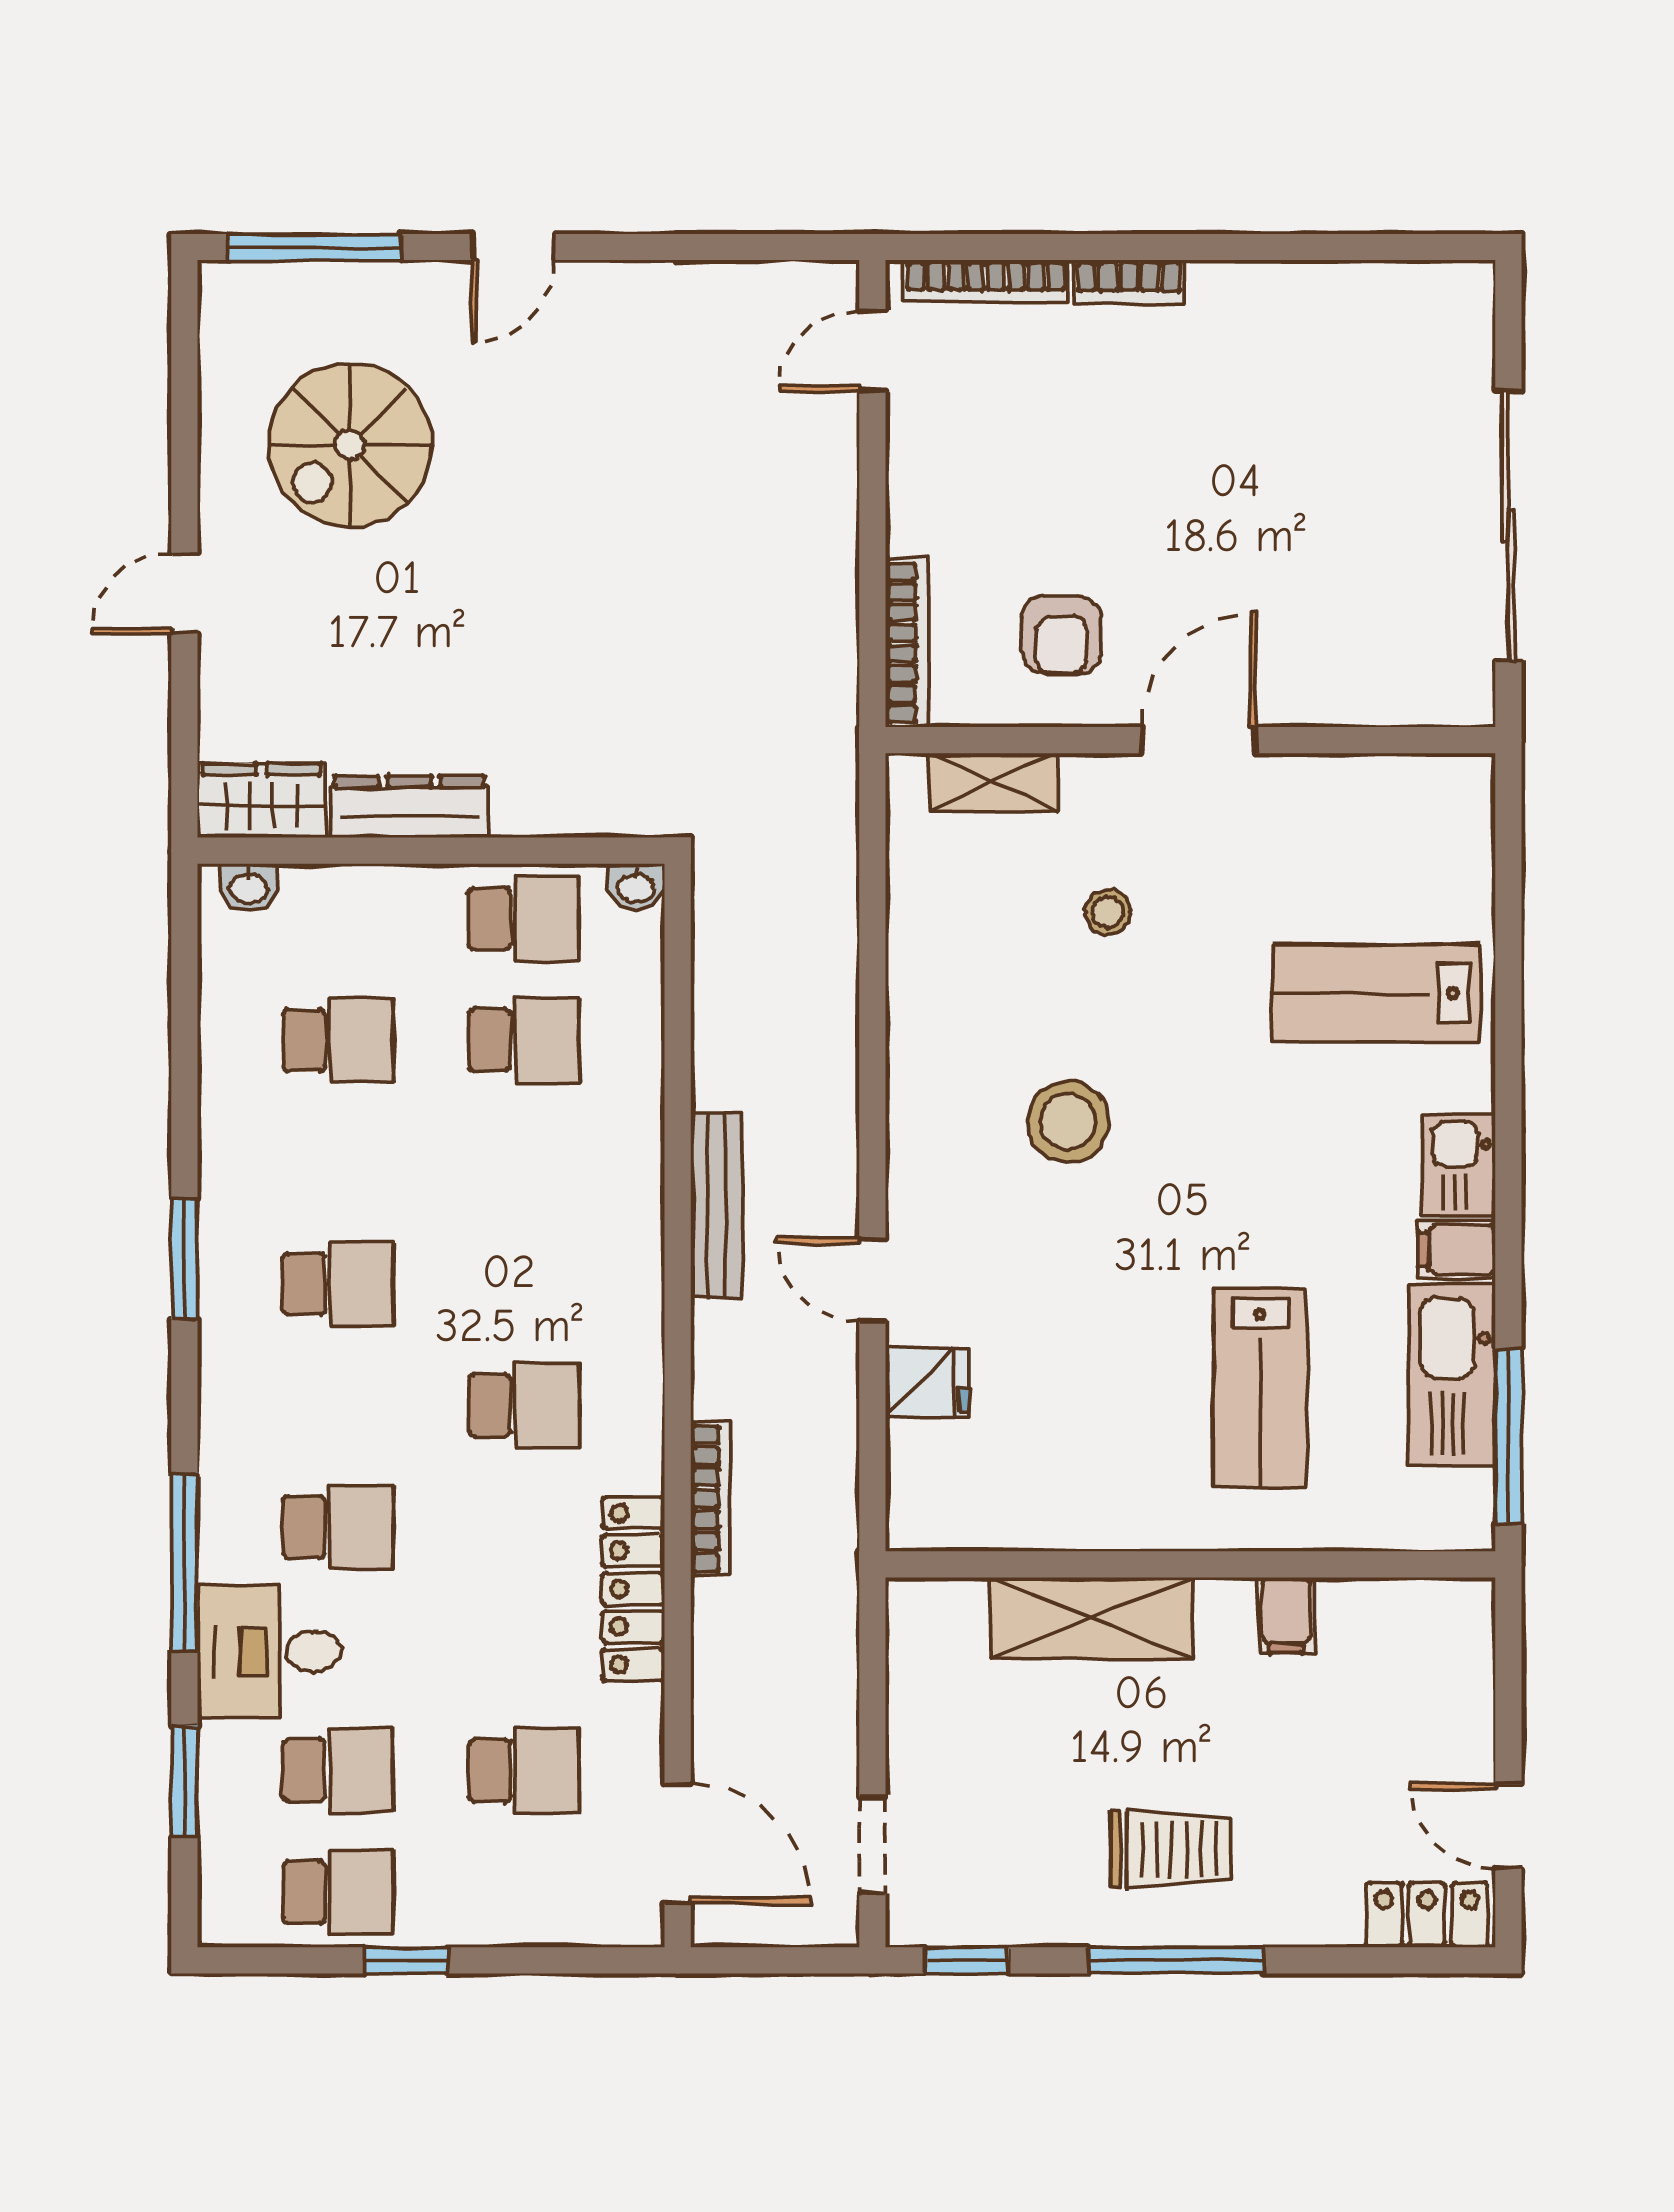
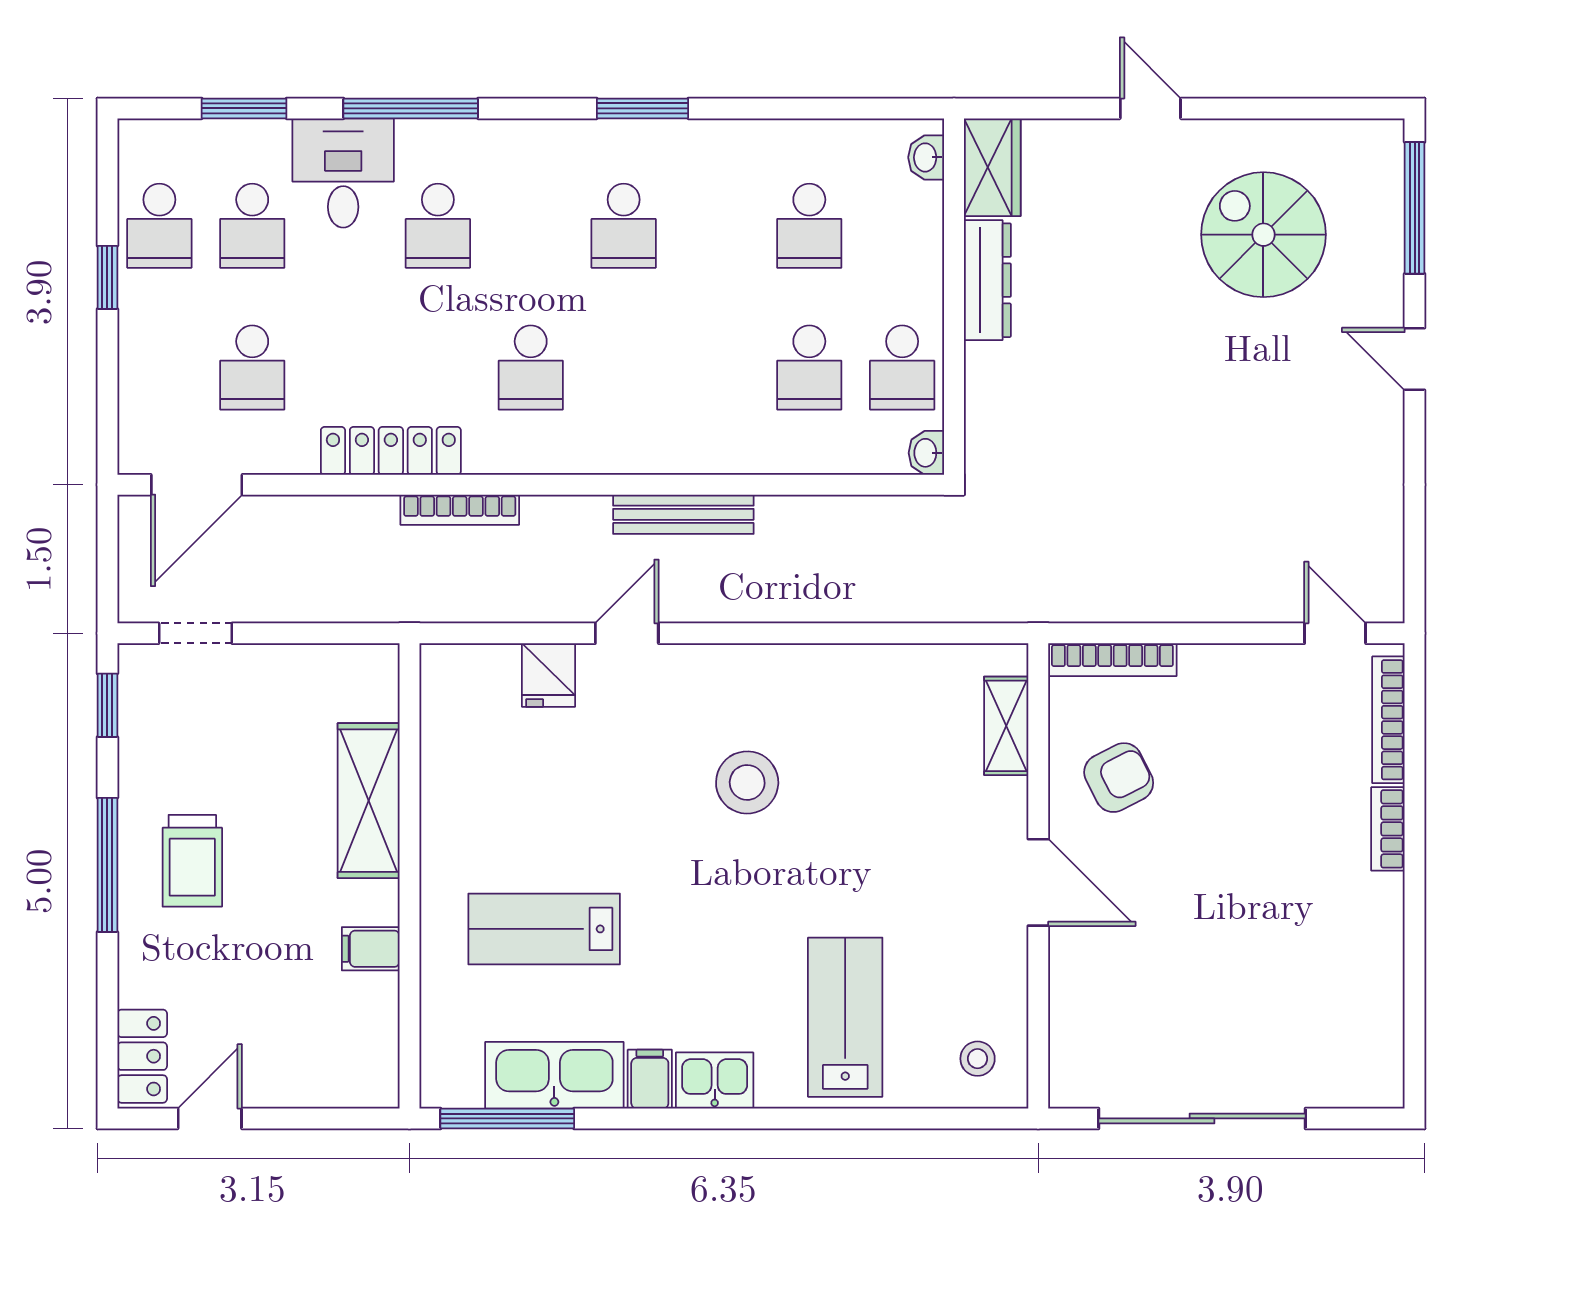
armchair: (1062, 635) -> (1119, 778), turned 153
stool: (1107, 912) -> (978, 1059), moved

